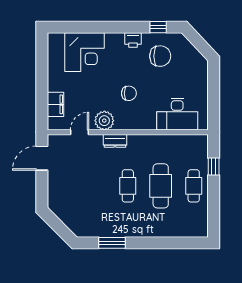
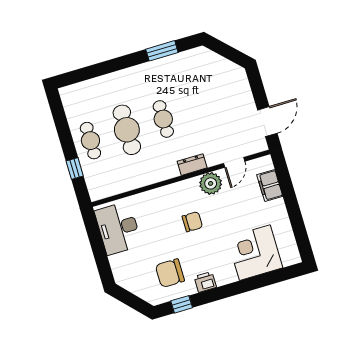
chair: (129, 93) -> (192, 222), turned 180
desk: (177, 114) -> (118, 228), moved, turned -90

